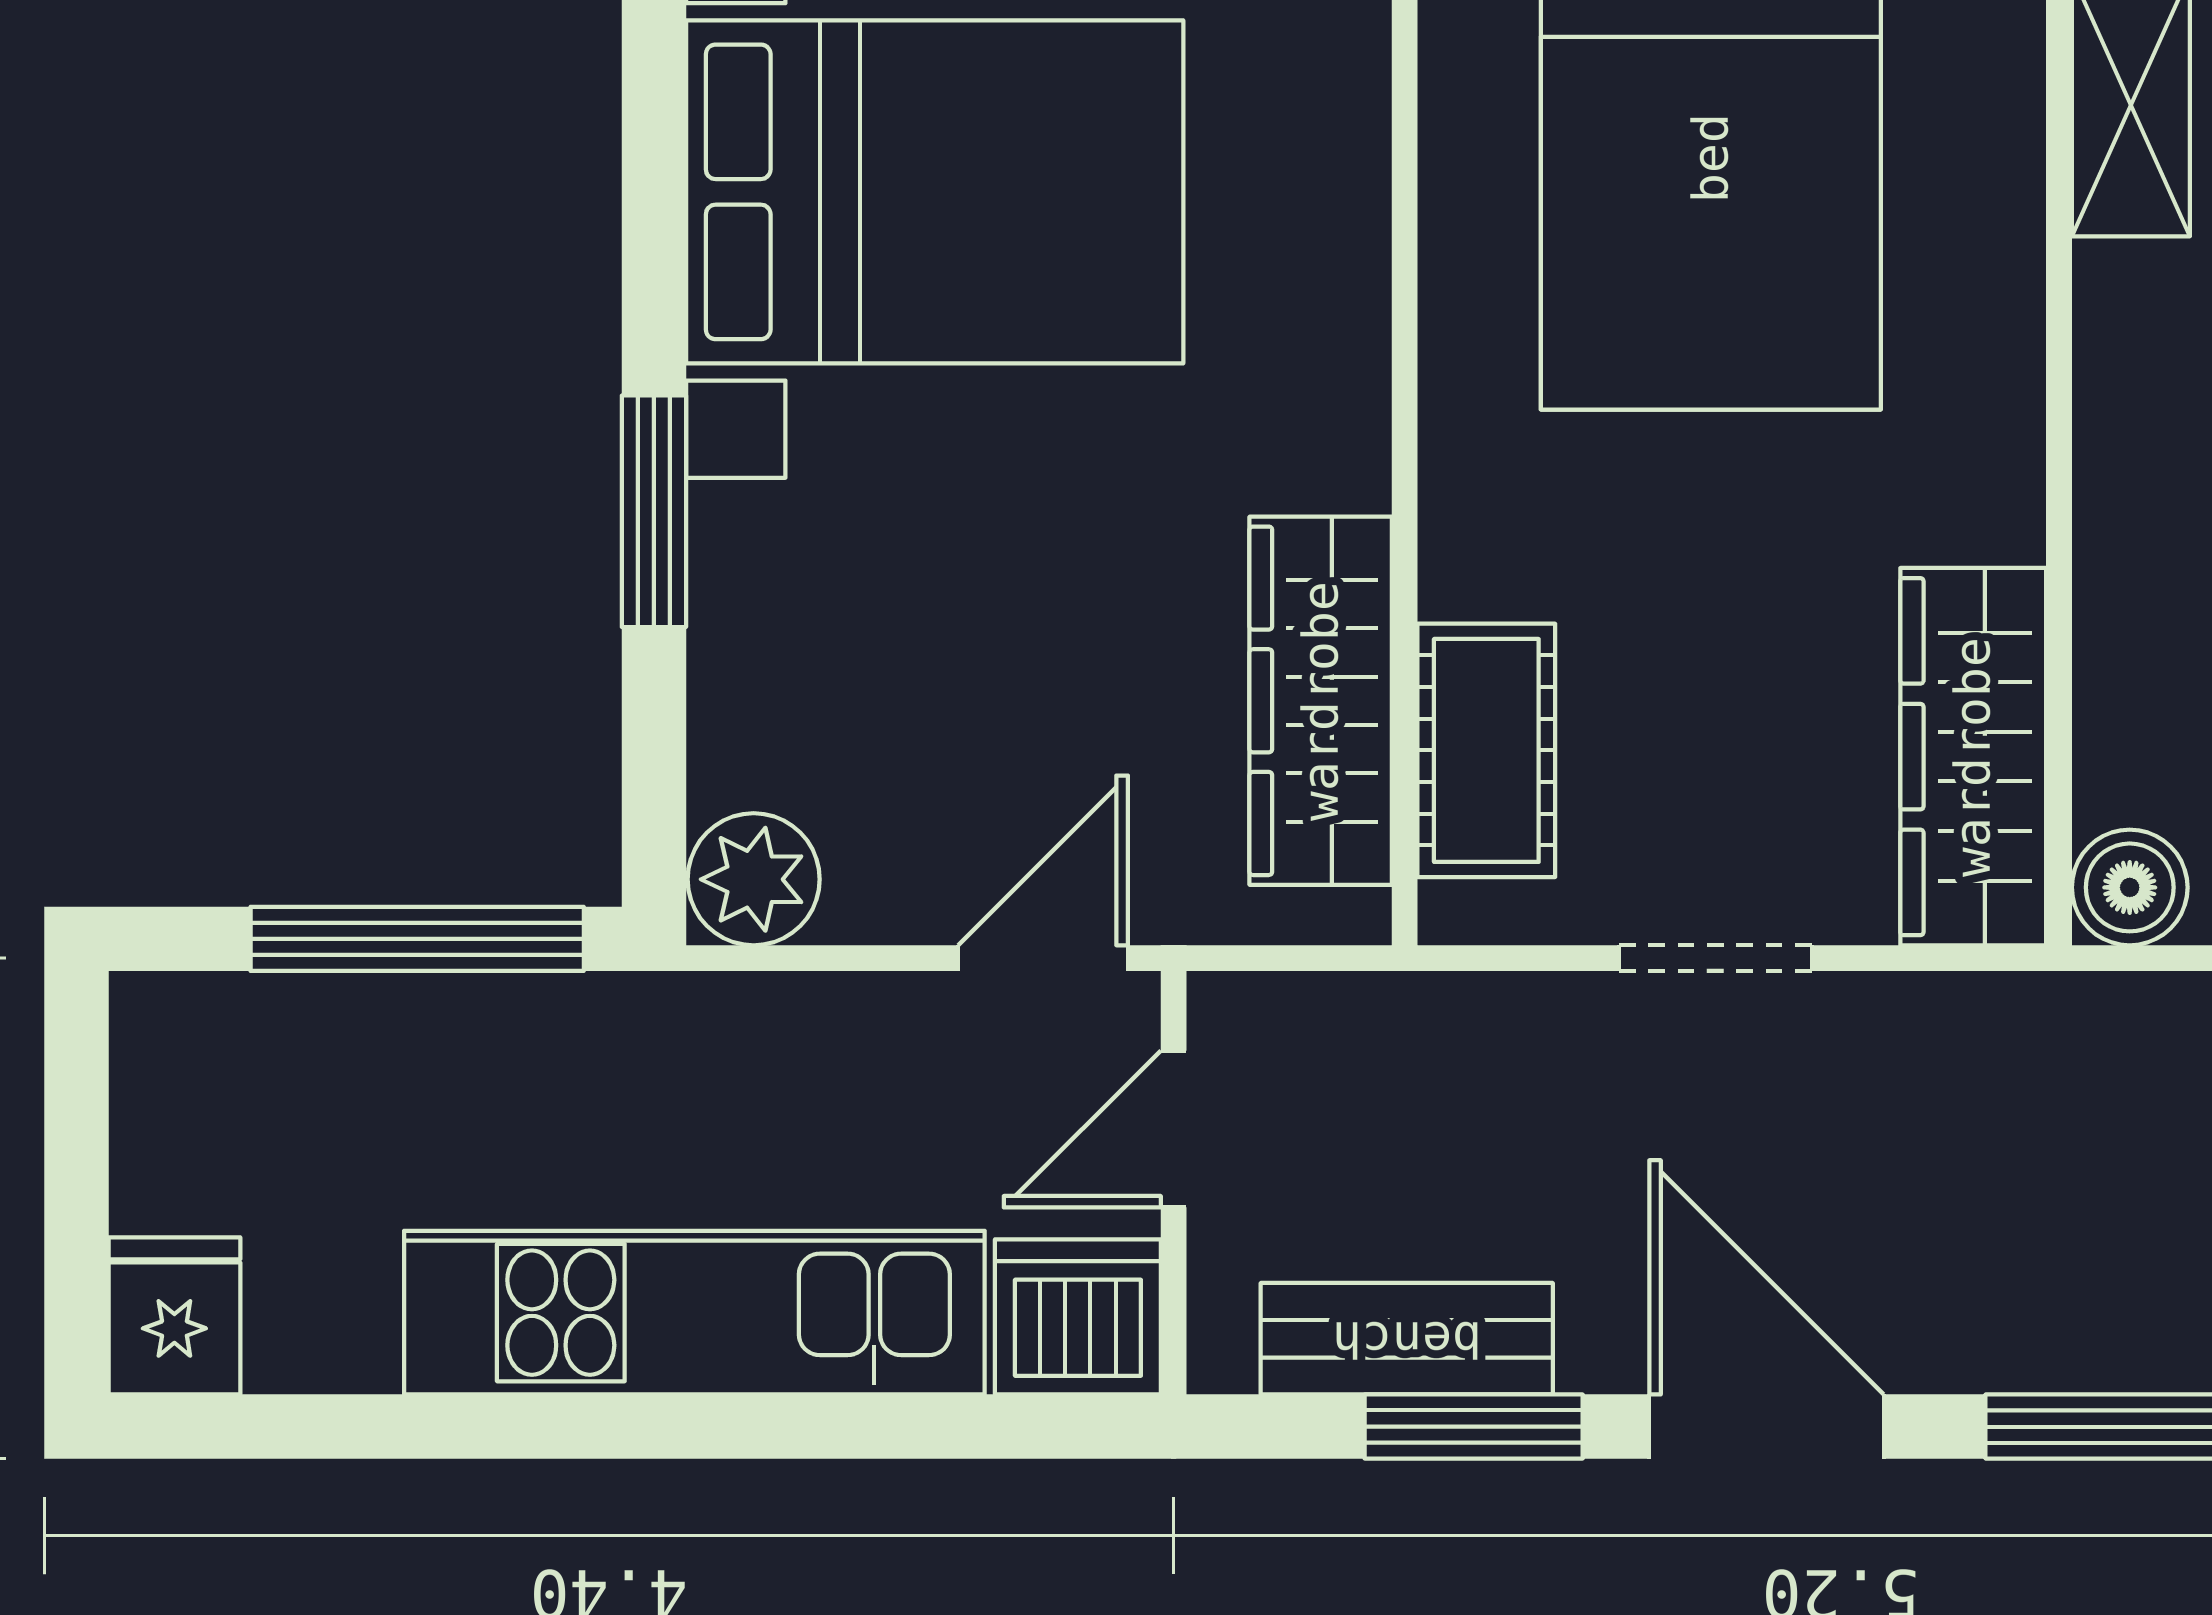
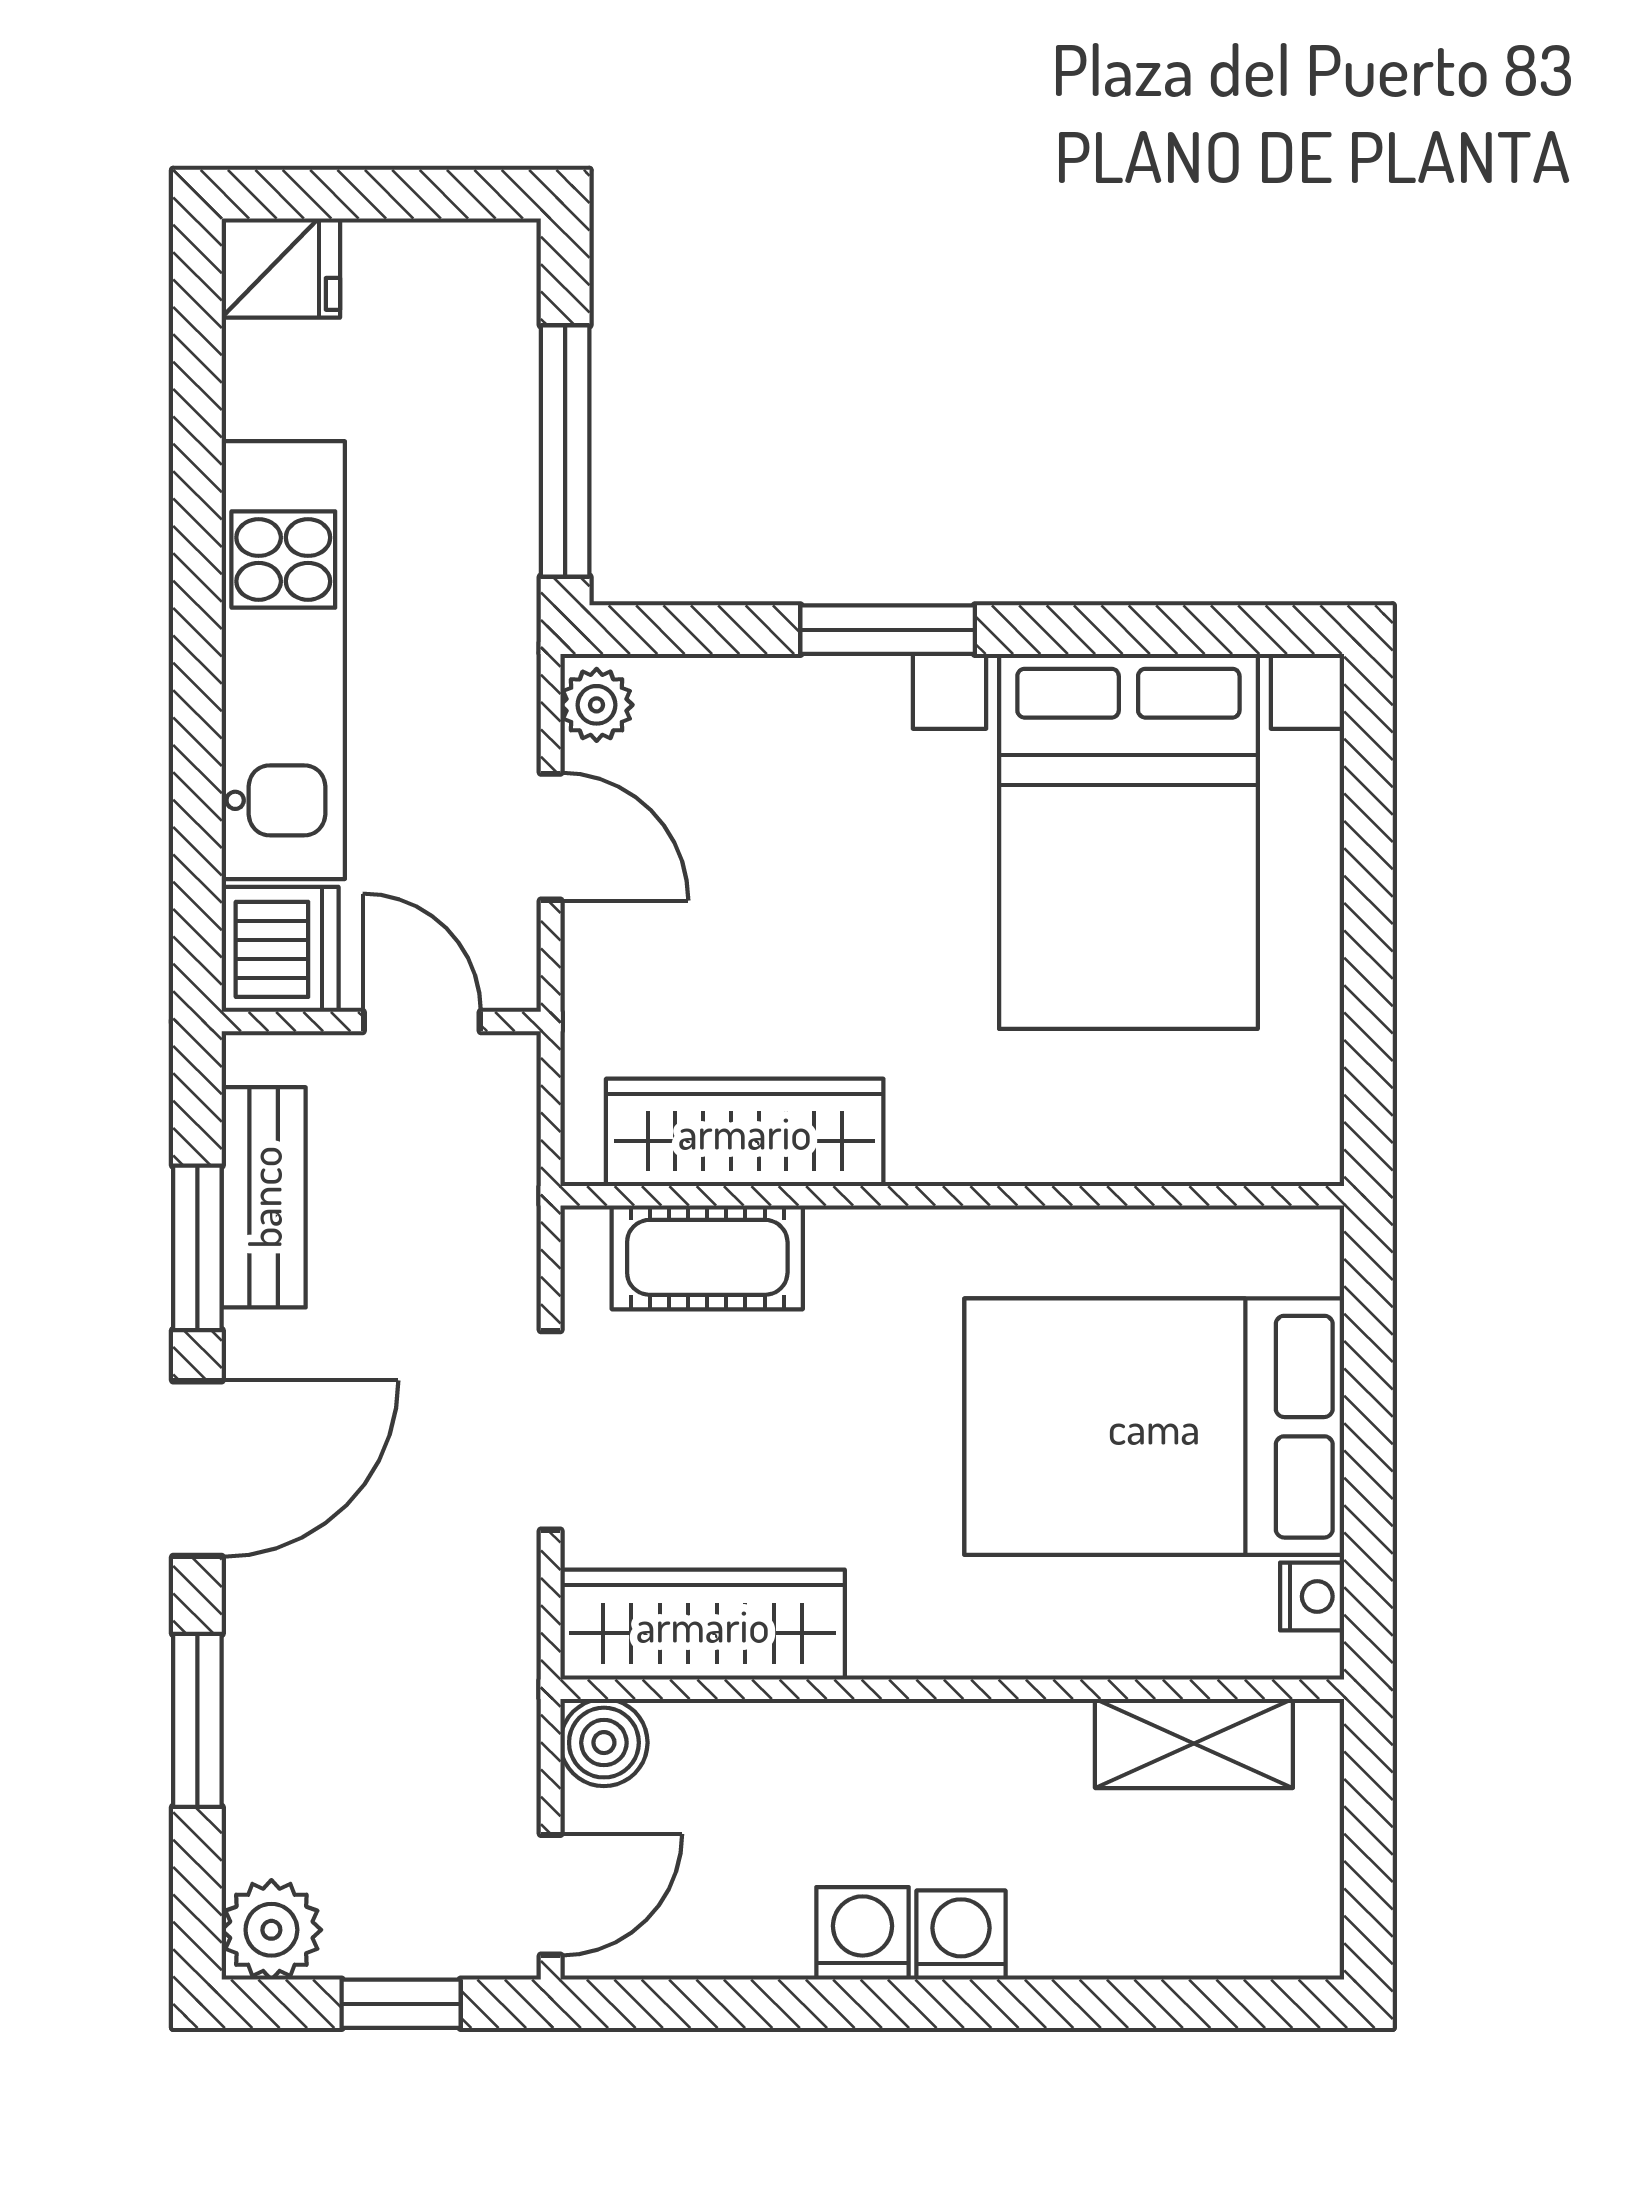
plant: (754, 879) -> (597, 705), width x0.73, depth x0.73
door: (1043, 958) -> (551, 837), moved
doorway: (1716, 958) -> (551, 1430), width x1.38

